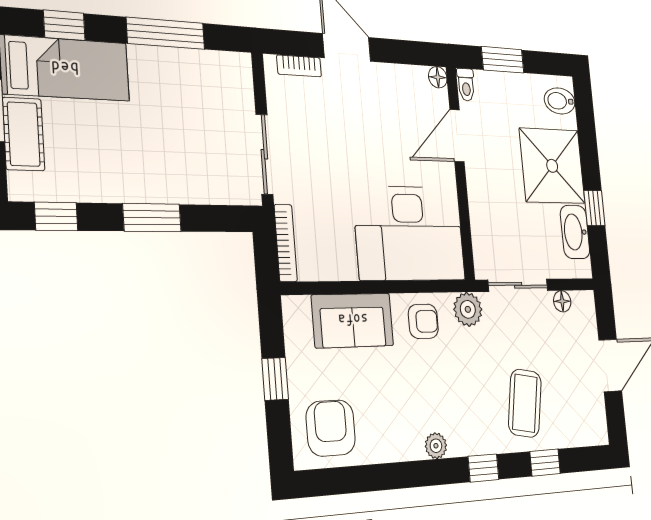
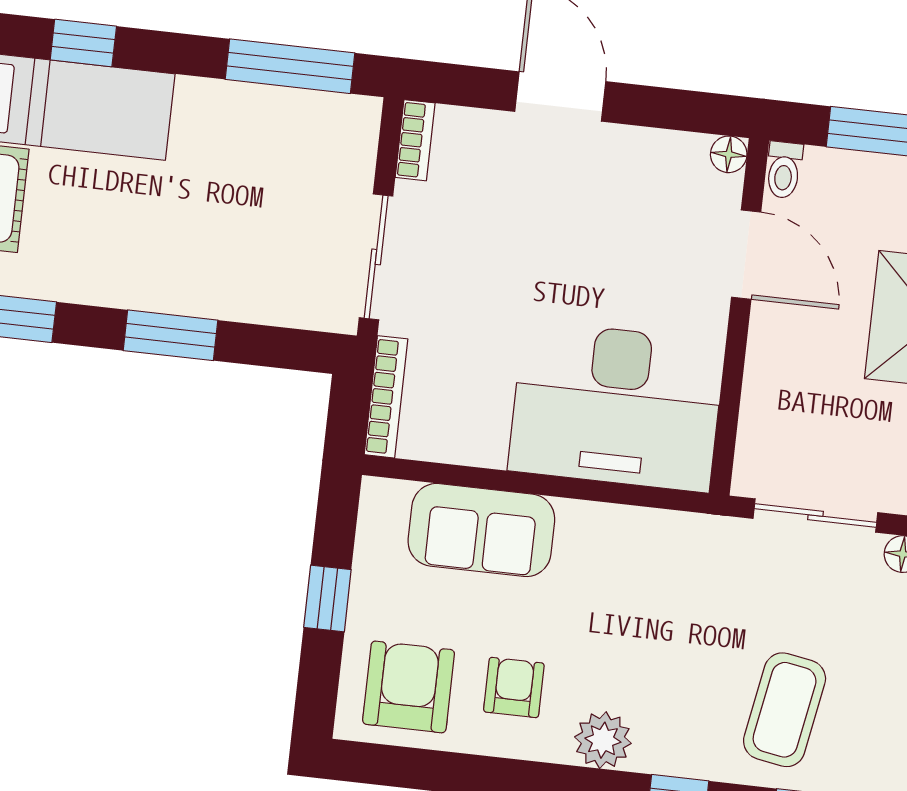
window: (166, 33) -> (290, 66), moved
bookcase: (299, 66) -> (415, 140), moved, turned -90
door: (457, 136) -> (746, 255), swing flipped
plant: (468, 309) -> (704, 542), removed
armchair: (423, 321) -> (514, 687), moved, turned -90
plant: (436, 446) -> (603, 740), width x1.38, depth x1.38

